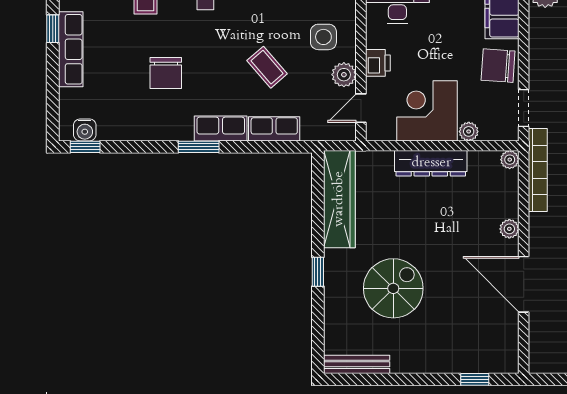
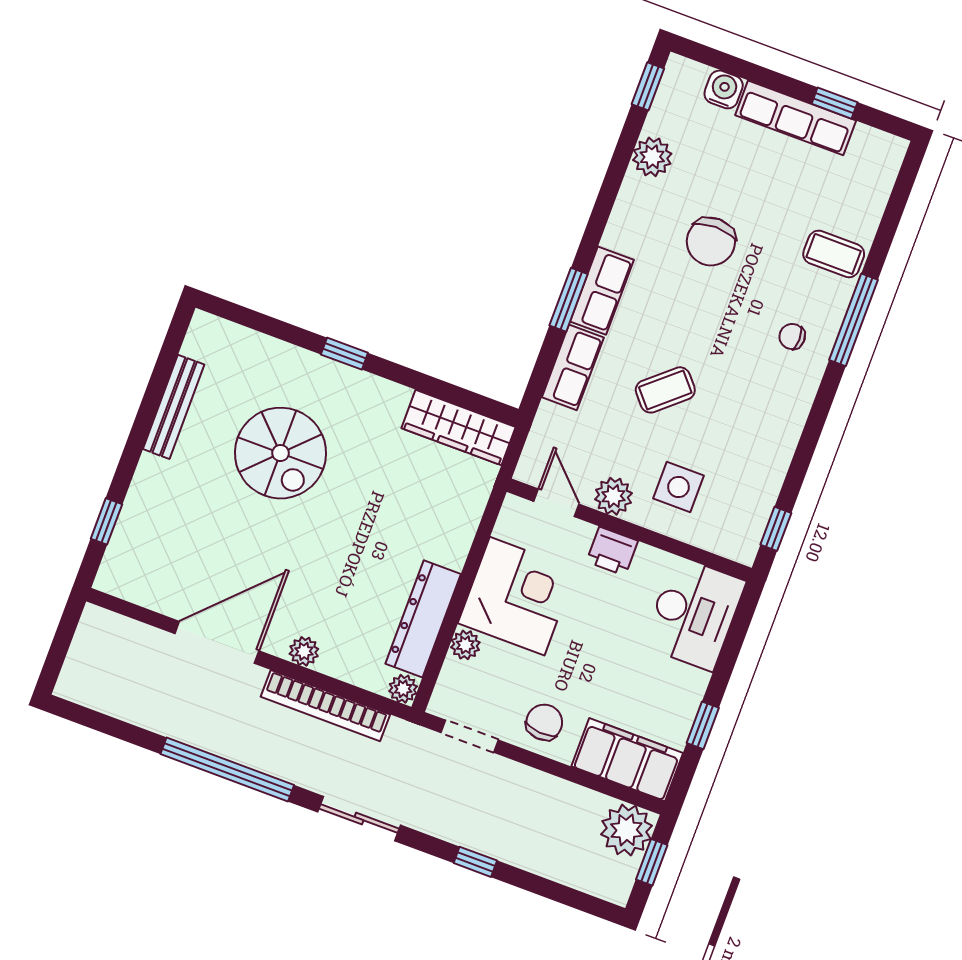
chair: (498, 66) -> (544, 722), width x0.73, depth x0.73
chair: (166, 73) -> (711, 242), turned -90
plant: (127, 128) -> (652, 157), added
water cooler: (85, 130) -> (724, 89), moved, turned 90
window: (199, 147) -> (569, 300), moved
dresser: (431, 163) -> (423, 619), moved
bookcase: (538, 170) -> (325, 706), moved
wardrobe: (339, 199) -> (459, 428), width x0.71, depth x0.85
bench: (357, 364) -> (174, 407), moved

